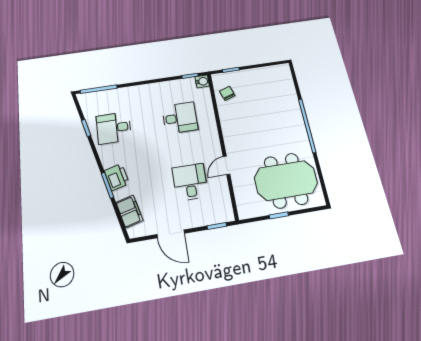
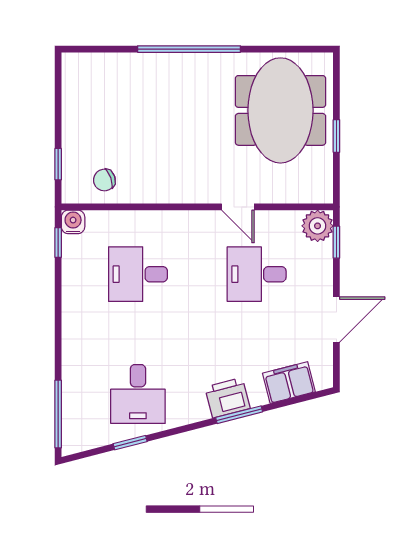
desk: (180, 118) -> (138, 274), turned -90
plant: (224, 213) -> (318, 226), added

